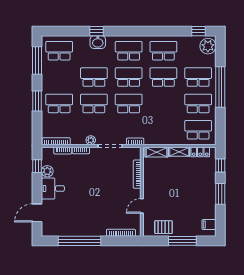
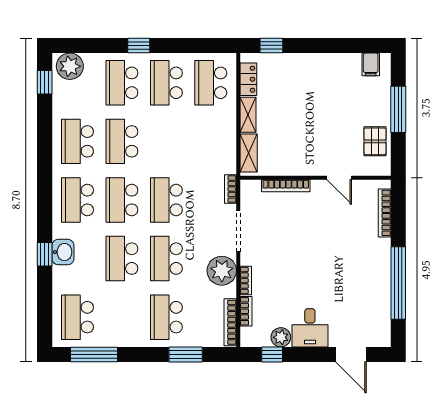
window: (220, 87) -> (139, 45), width x0.32
window: (37, 101) -> (186, 354), moved
plant: (91, 140) -> (222, 271), width x1.87, depth x1.87
window: (220, 194) -> (319, 45), removed

